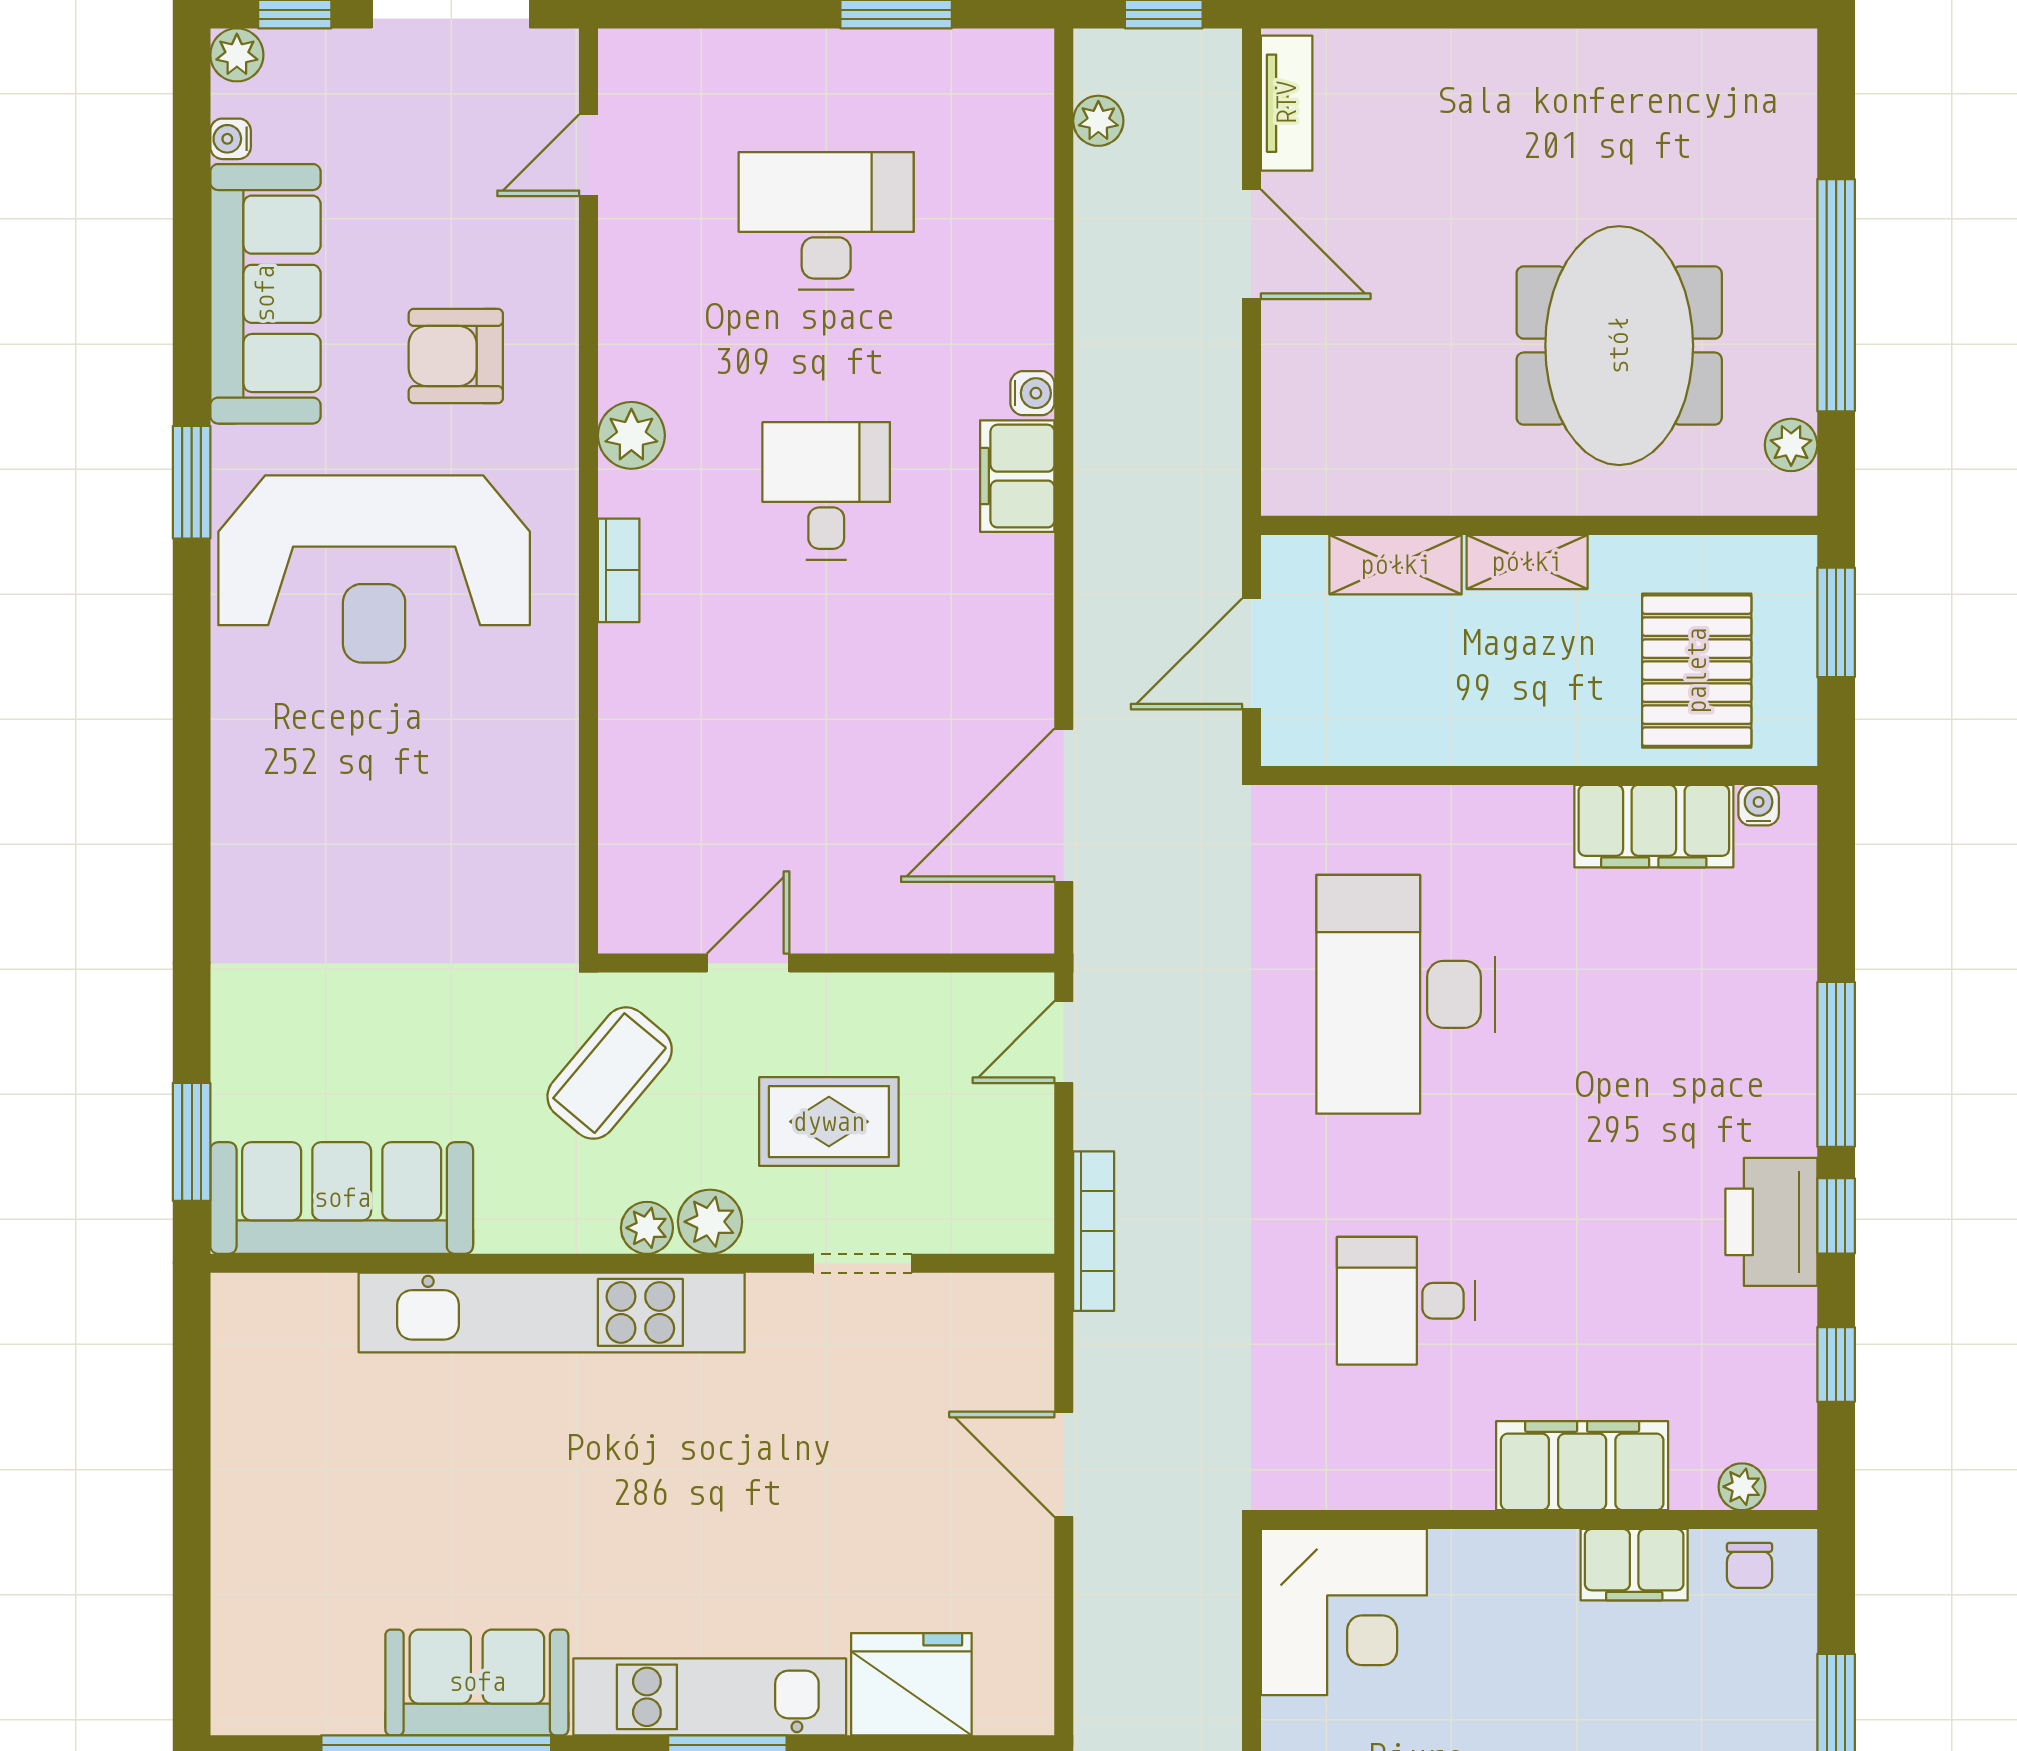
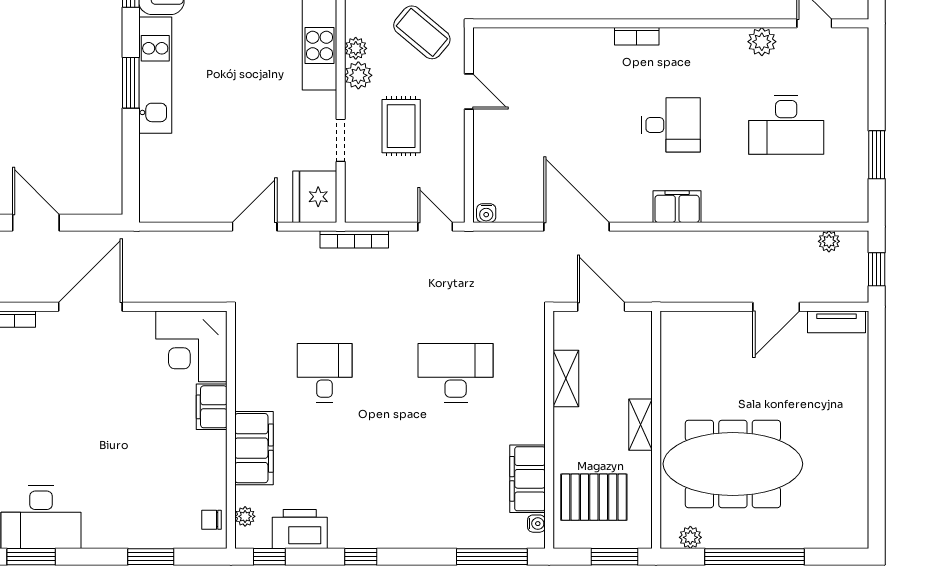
desk: (826, 221) -> (786, 125), turned 90
meeting table: (1619, 346) -> (733, 464), width x1.36
water cooler: (1032, 393) -> (486, 213), moved
plant: (631, 435) -> (762, 42), moved
shelving: (1396, 565) -> (566, 378), moved
door: (1064, 805) -> (577, 227), moved
desk: (1406, 994) -> (456, 373), width x0.73, depth x0.77
window: (1836, 1064) -> (492, 557), moved
printer: (1771, 1222) -> (300, 529), moved
window: (1836, 1364) -> (269, 557), moved
filing cabinet: (1634, 1565) -> (212, 407), moved
fridge: (911, 1684) -> (315, 197), moved, turned 180

